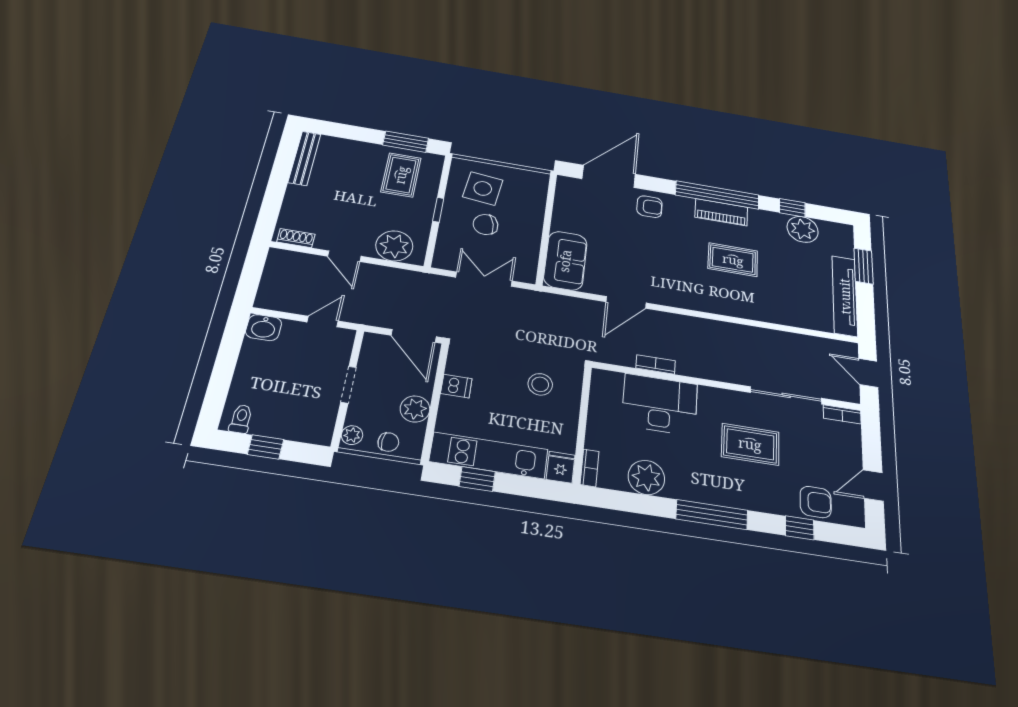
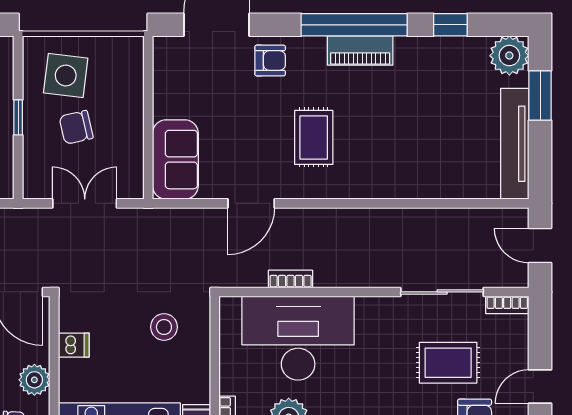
plant: (803, 229) -> (509, 56), moved
rug: (733, 260) -> (314, 137), moved, turned 90
desk: (660, 404) -> (298, 338), width x1.36, depth x1.30
rug: (750, 444) -> (448, 363), moved

